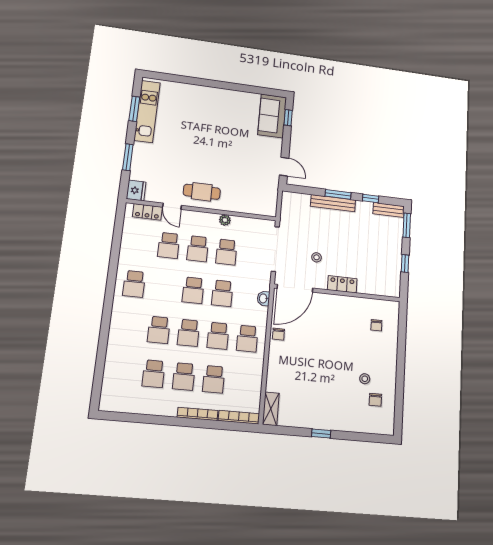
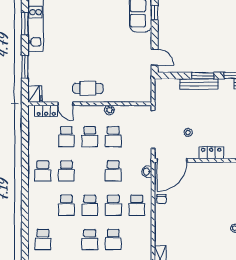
school desk: (193, 290) -> (66, 171), moved
school desk: (154, 374) -> (43, 240), moved

